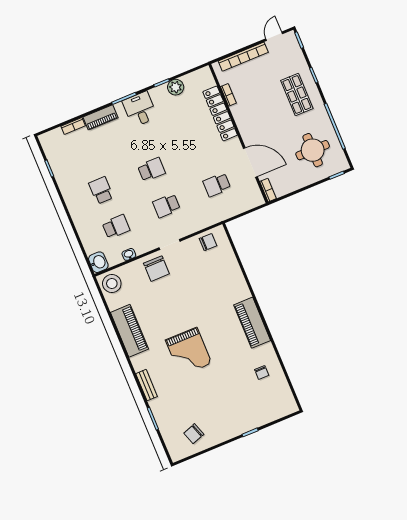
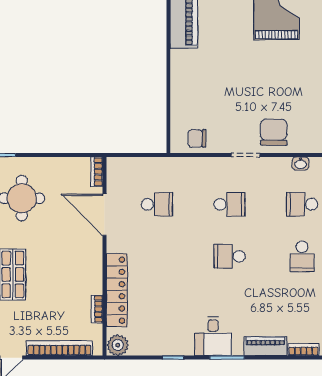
plant: (176, 87) -> (118, 345), moved

